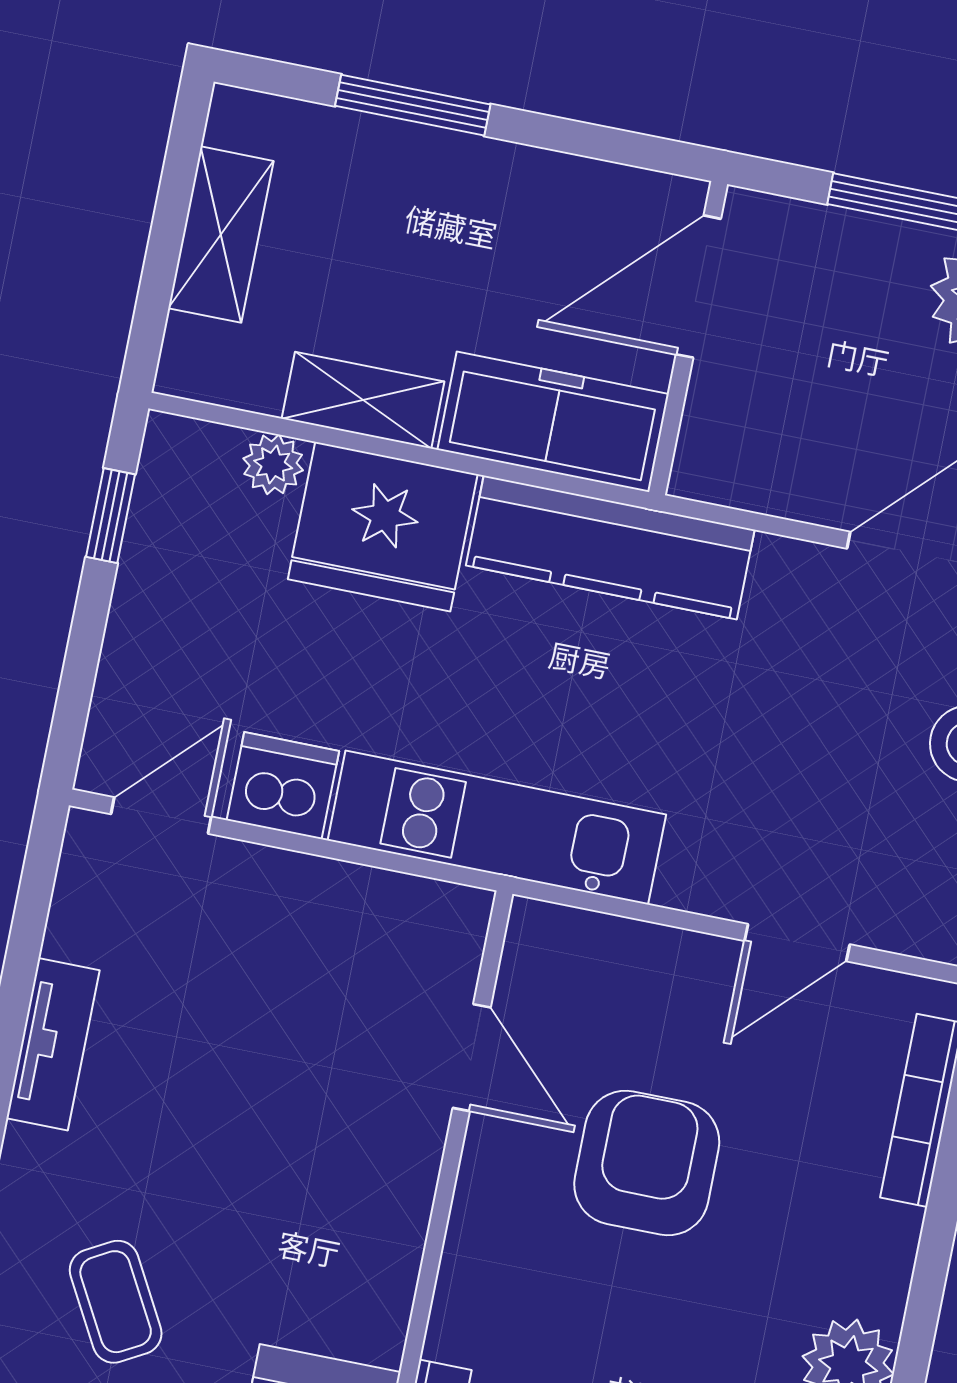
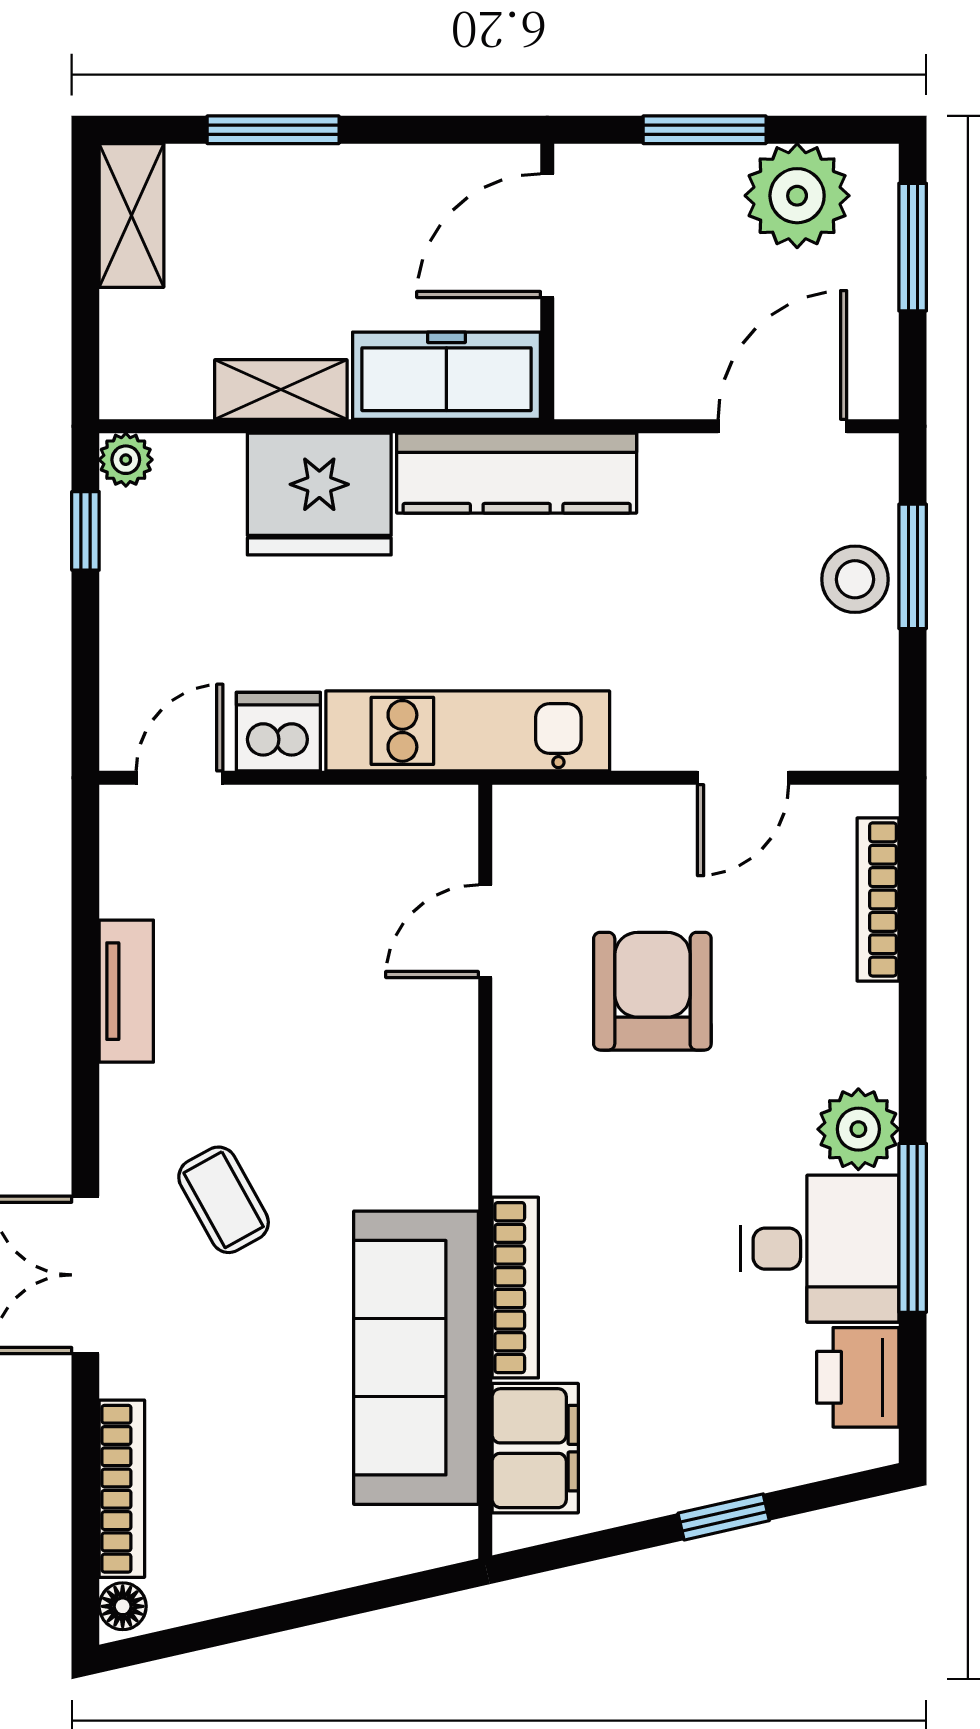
shelving: (221, 235) -> (132, 215), moved
plant: (273, 464) -> (126, 460), moved
door: (472, 1058) -> (485, 931), swing flipped

